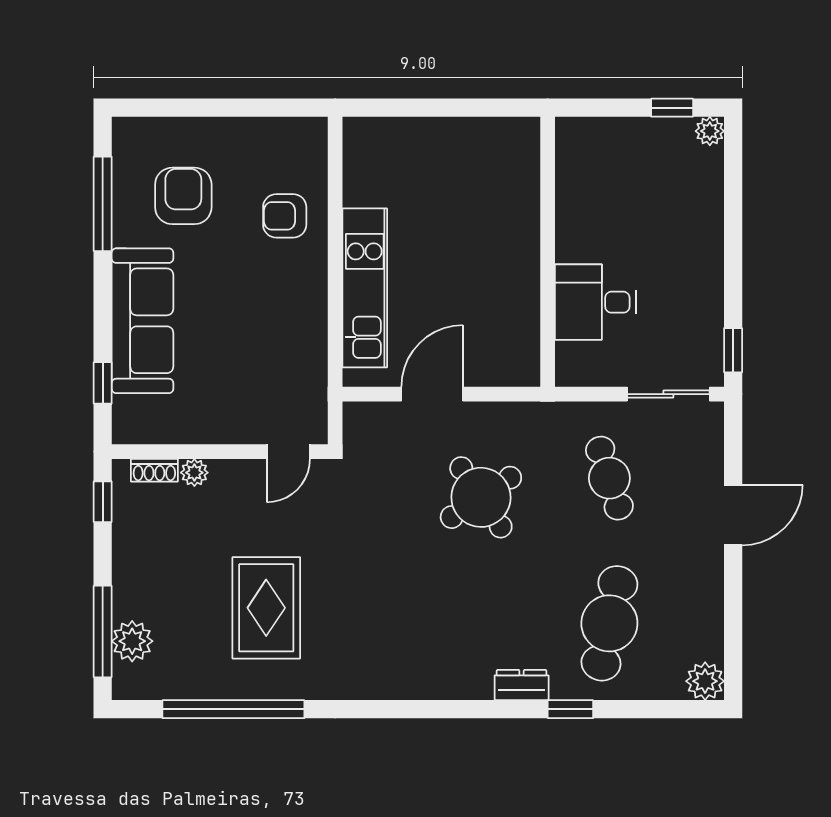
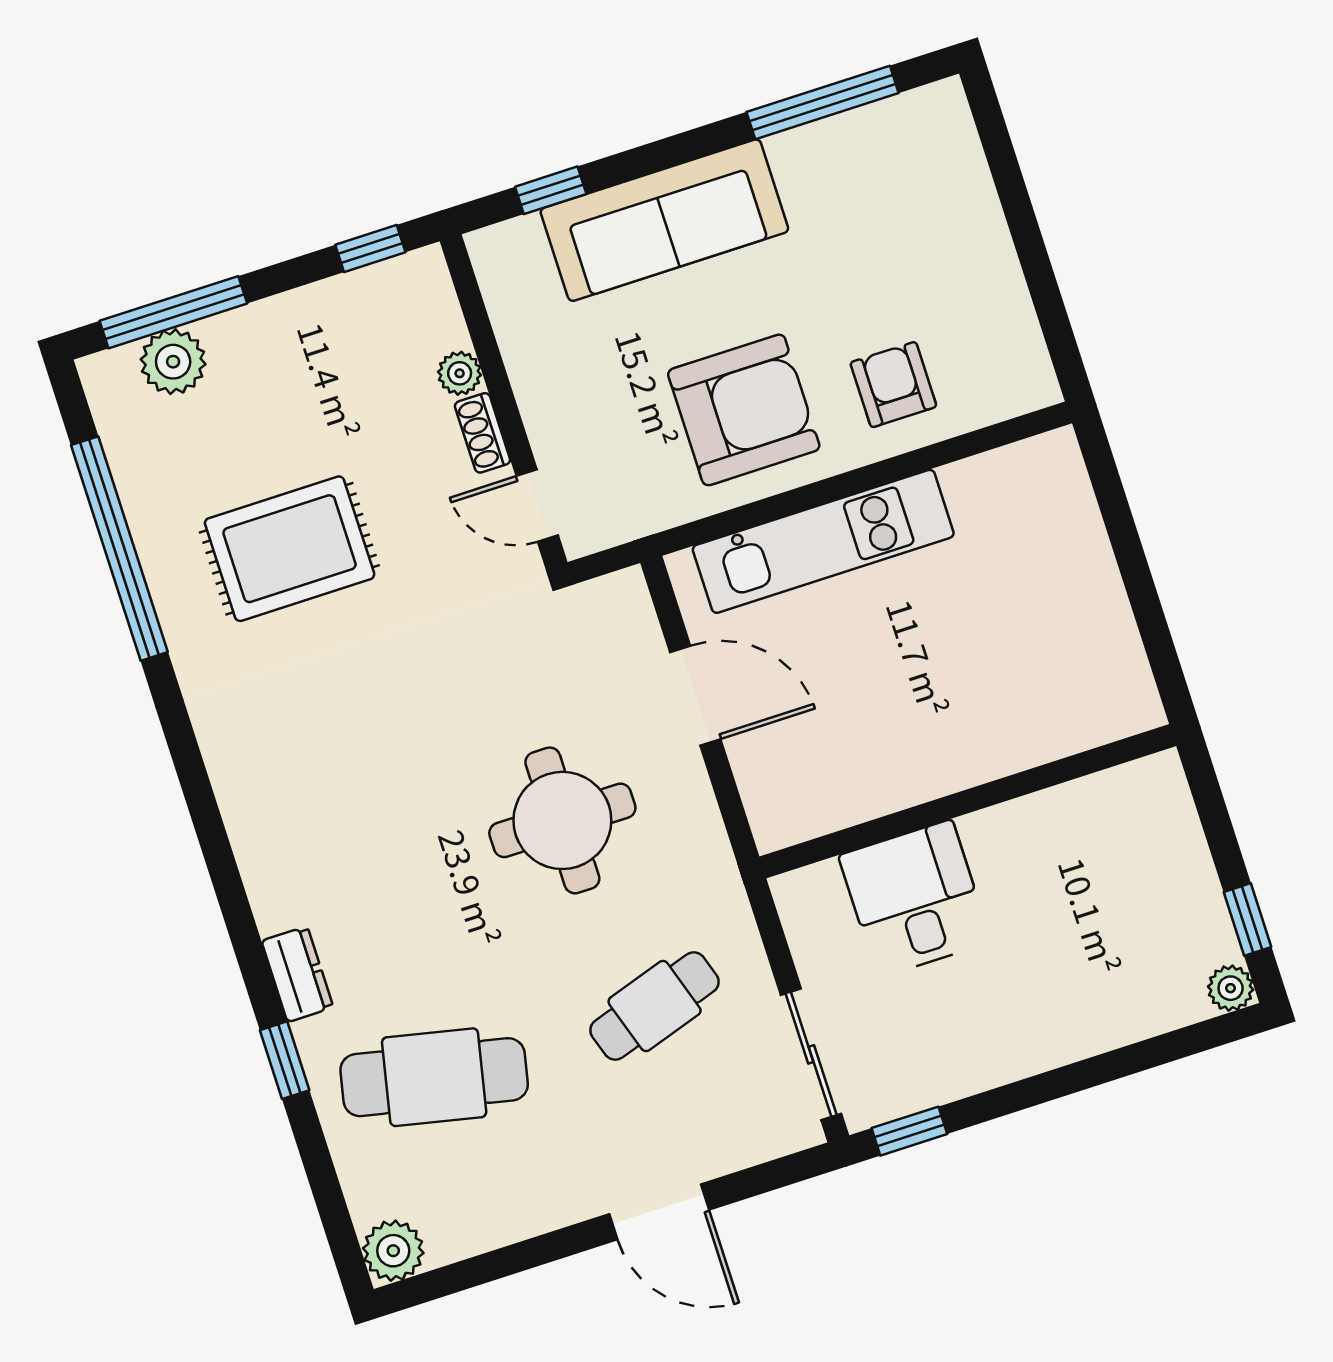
armchair: (183, 196) -> (744, 410), moved, width x1.36, depth x1.36
shoe rack: (154, 470) -> (483, 433), moved
round table: (481, 497) -> (562, 820), turned 34

